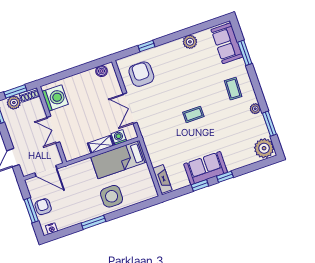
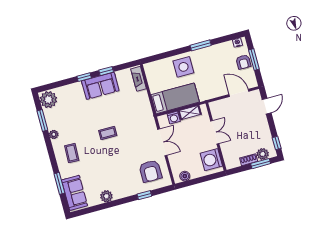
washing machine: (55, 98) -> (211, 160), moved
wall: (52, 125) -> (216, 137), moved
double door: (53, 130) -> (215, 132), moved

